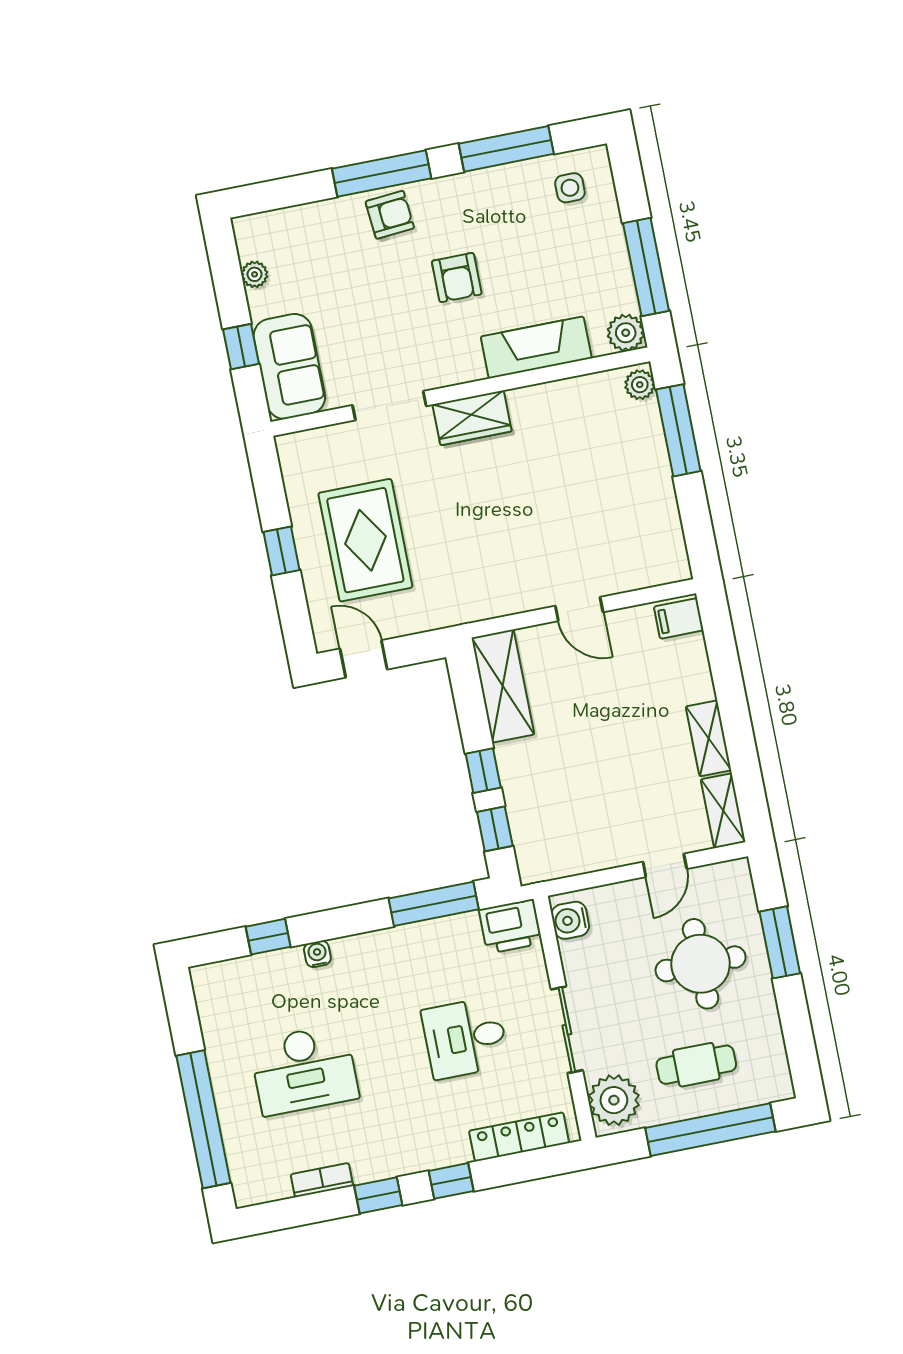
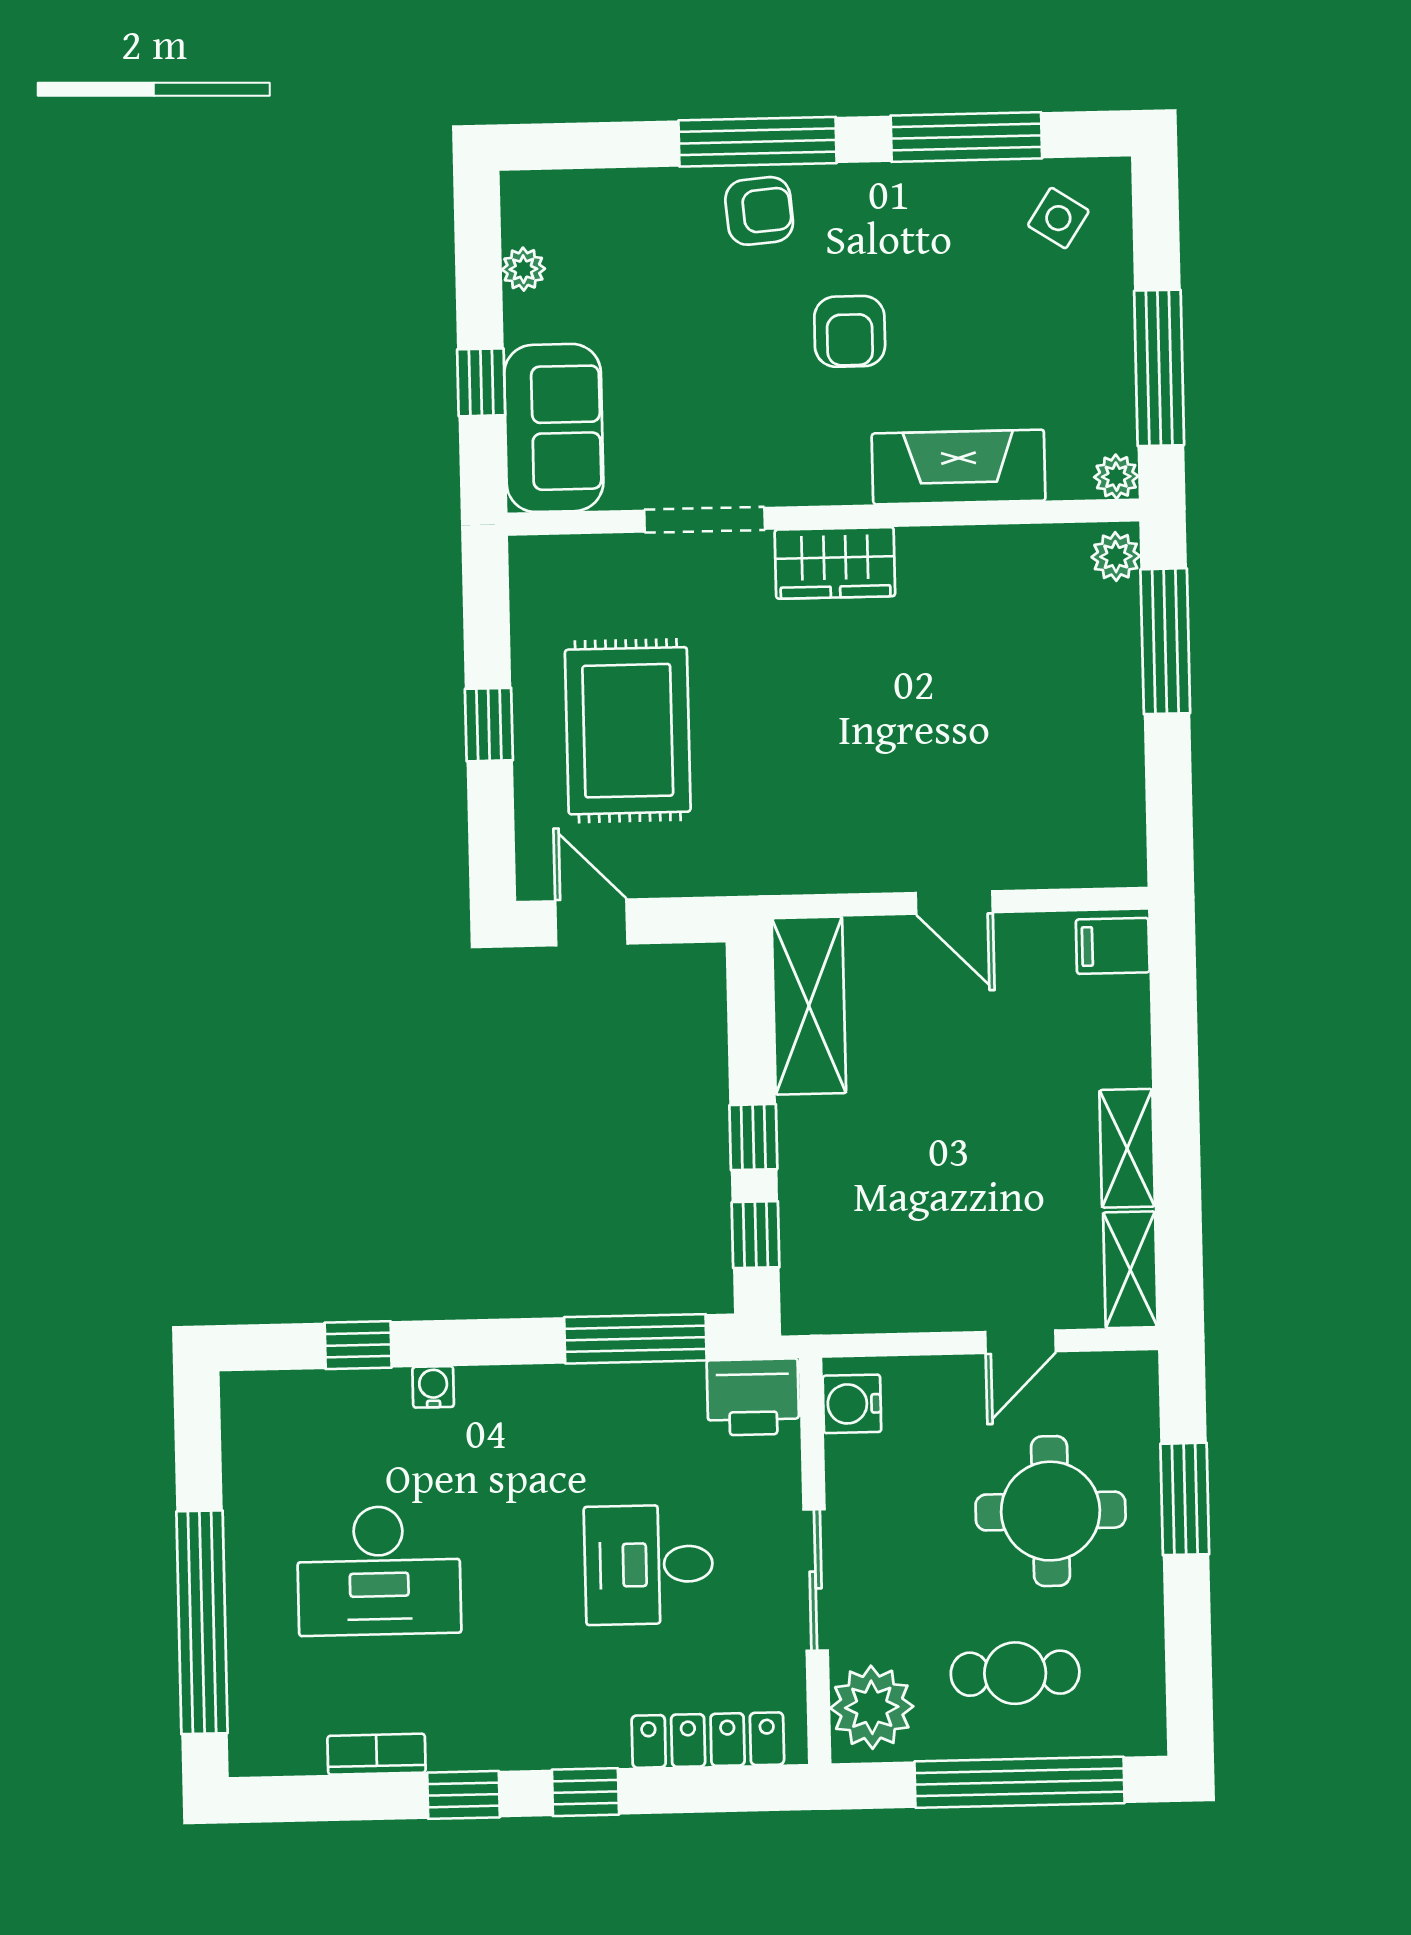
side table: (570, 188) -> (1058, 218), turned 33
plant: (626, 333) -> (1116, 477), width x0.73, depth x0.73

